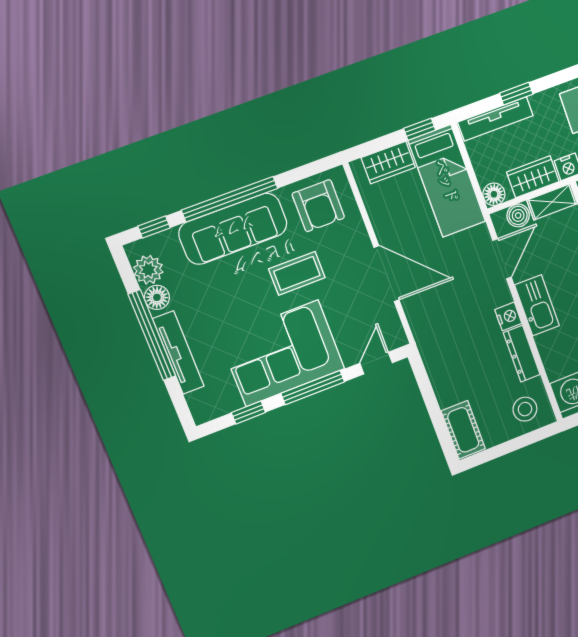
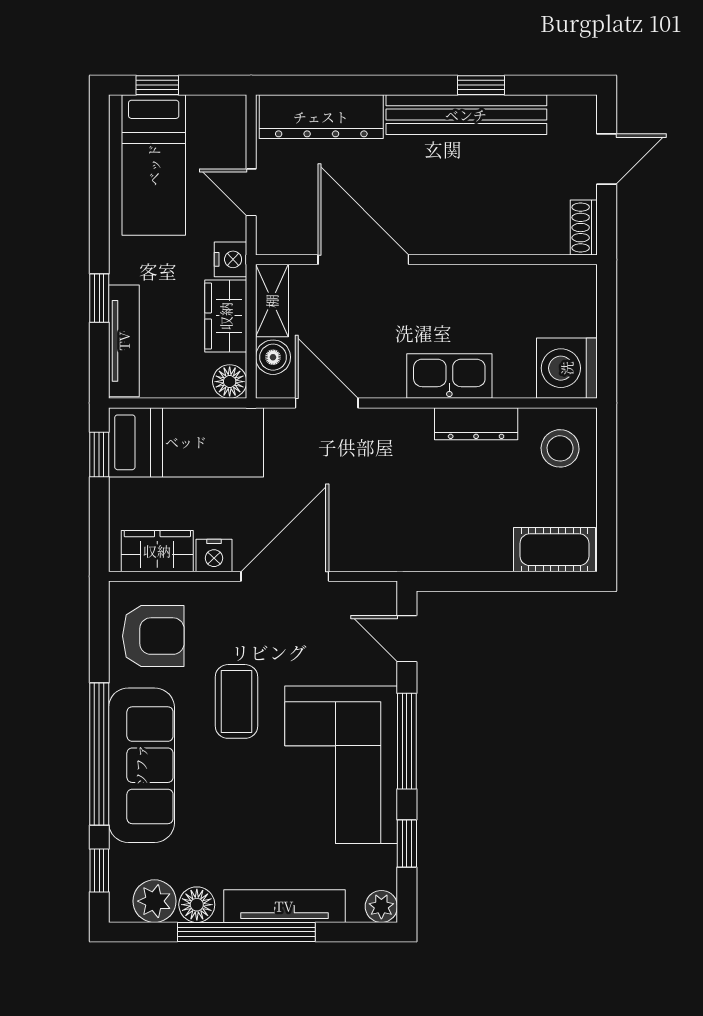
wardrobe: (388, 163) -> (157, 551), moved, turned -90
kitchen sink: (537, 305) -> (449, 376), moved
nightstand: (508, 316) -> (214, 556), moved, turned 180
plant: (202, 412) -> (381, 906), added

